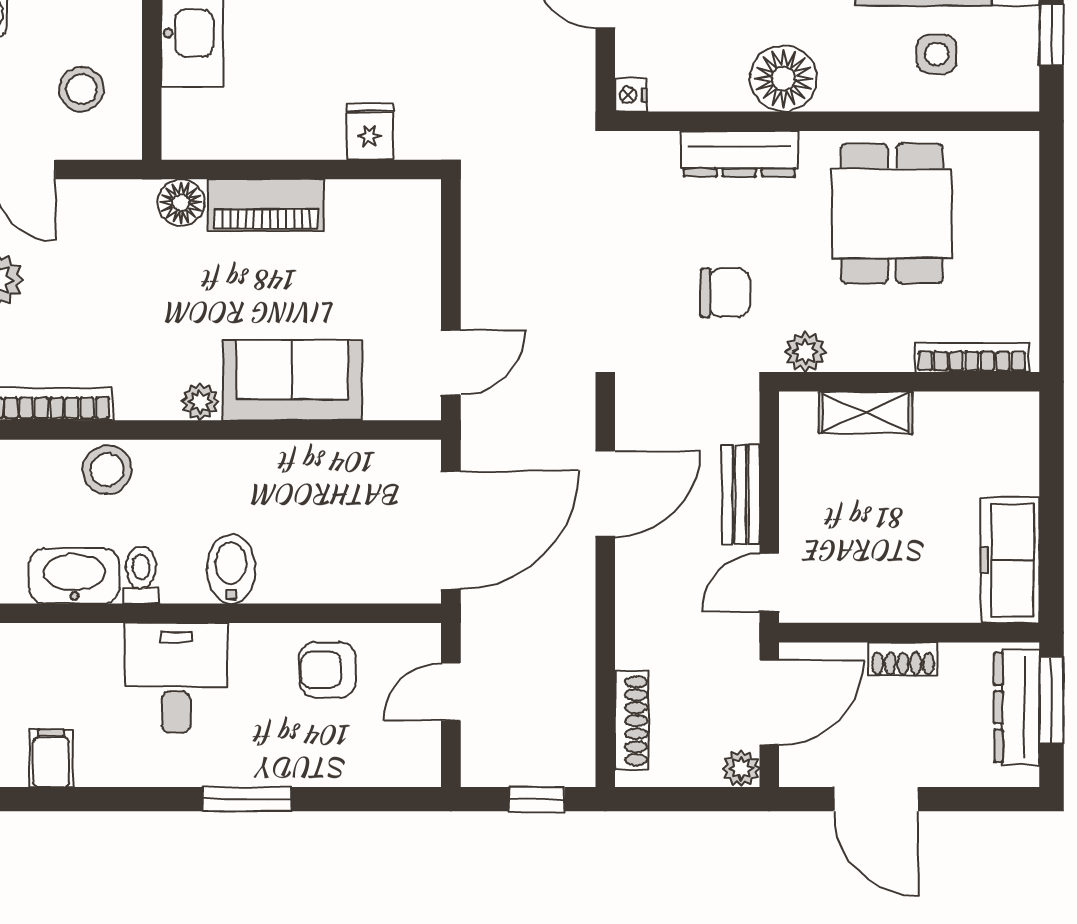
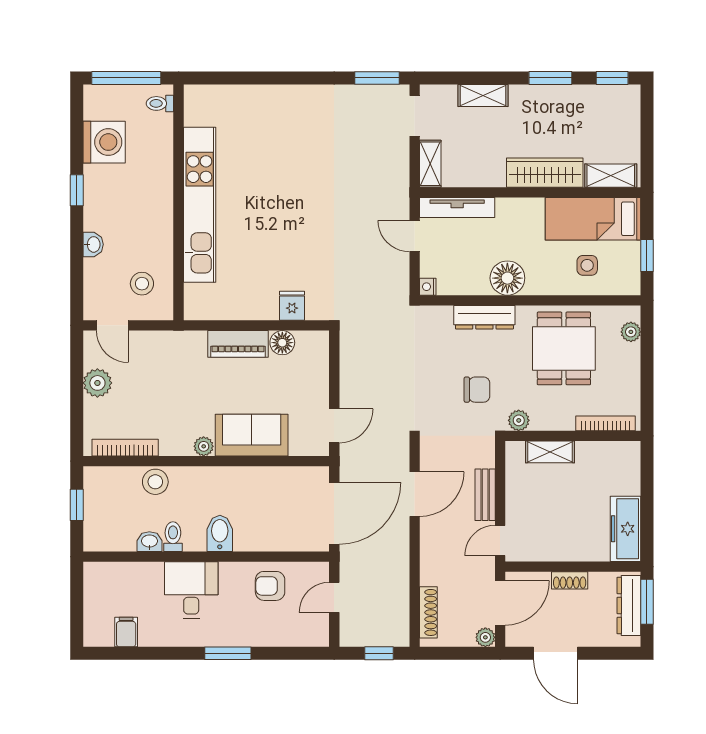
plant: (1020, 182) -> (631, 332), added
floor lamp: (181, 203) -> (282, 343), moved
washbasin: (74, 576) -> (149, 542), width x0.52, depth x0.69

